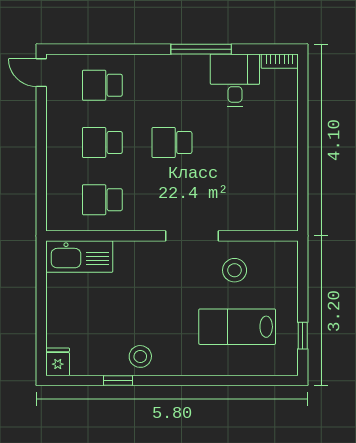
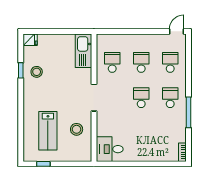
desk: (235, 80) -> (110, 149), moved, turned 180
school desk: (172, 85) -> (170, 98), added
doorway: (192, 236) -> (94, 98), moved
lab bench: (237, 327) -> (48, 131), turned 180
stool: (140, 356) -> (37, 72), moved

